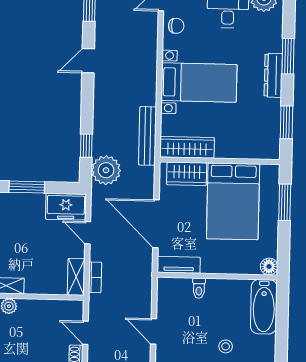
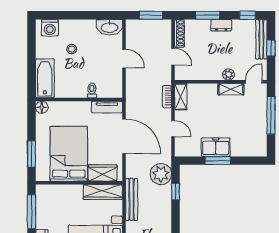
window: (287, 122) -> (31, 212), width x1.44
freezer: (66, 207) -> (216, 147), moved

